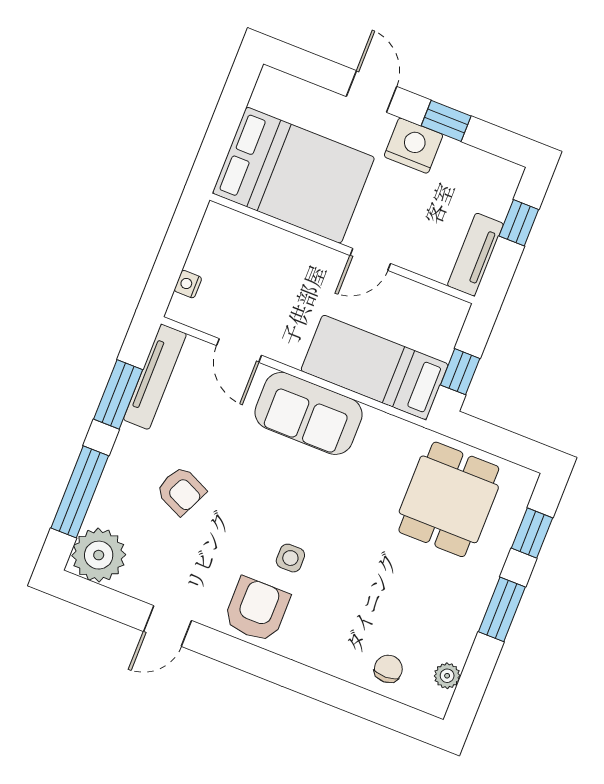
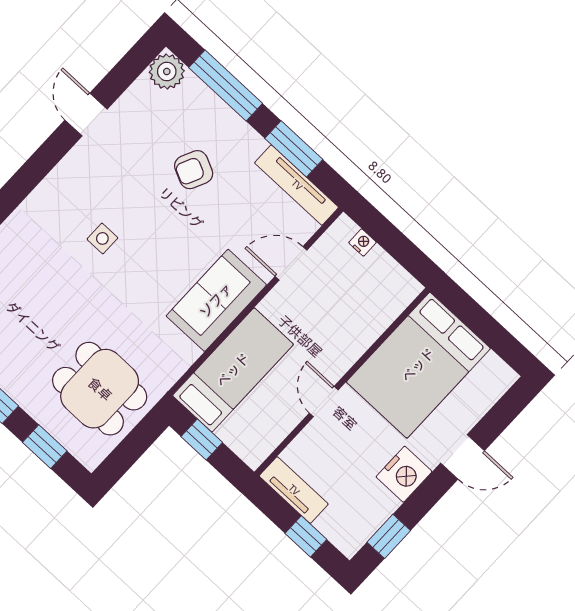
window: (446, 121) -> (389, 536), moved
plant: (99, 555) -> (167, 72), width x0.73, depth x0.73
armchair: (257, 610) -> (71, 194), removed

